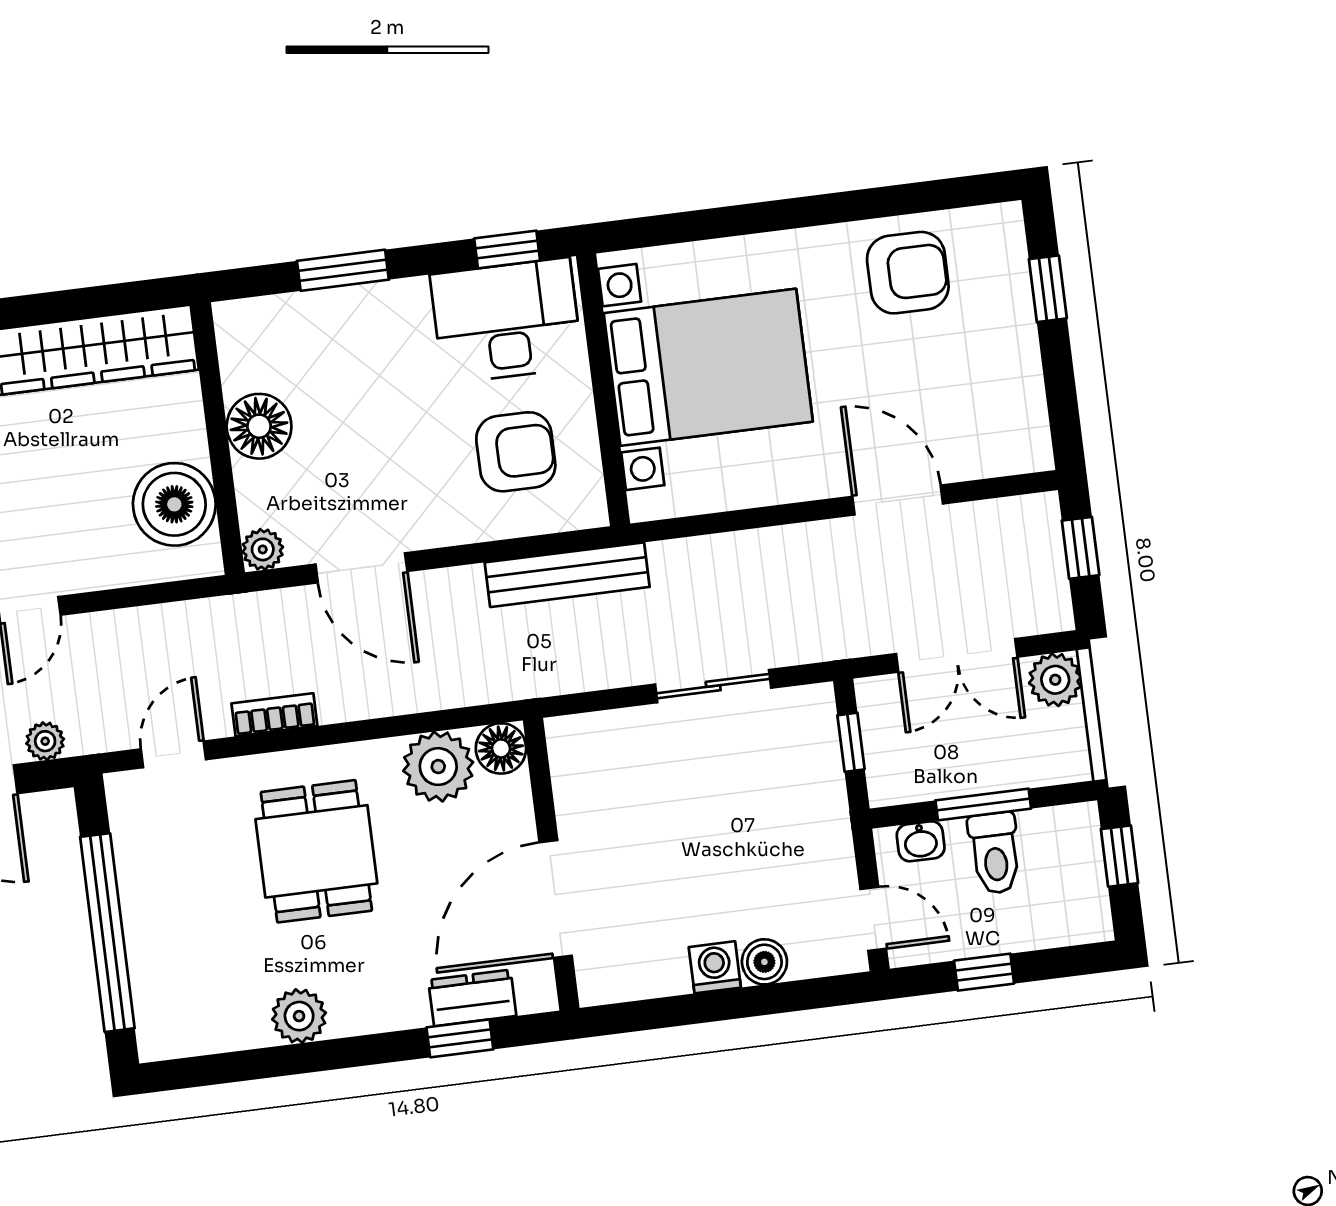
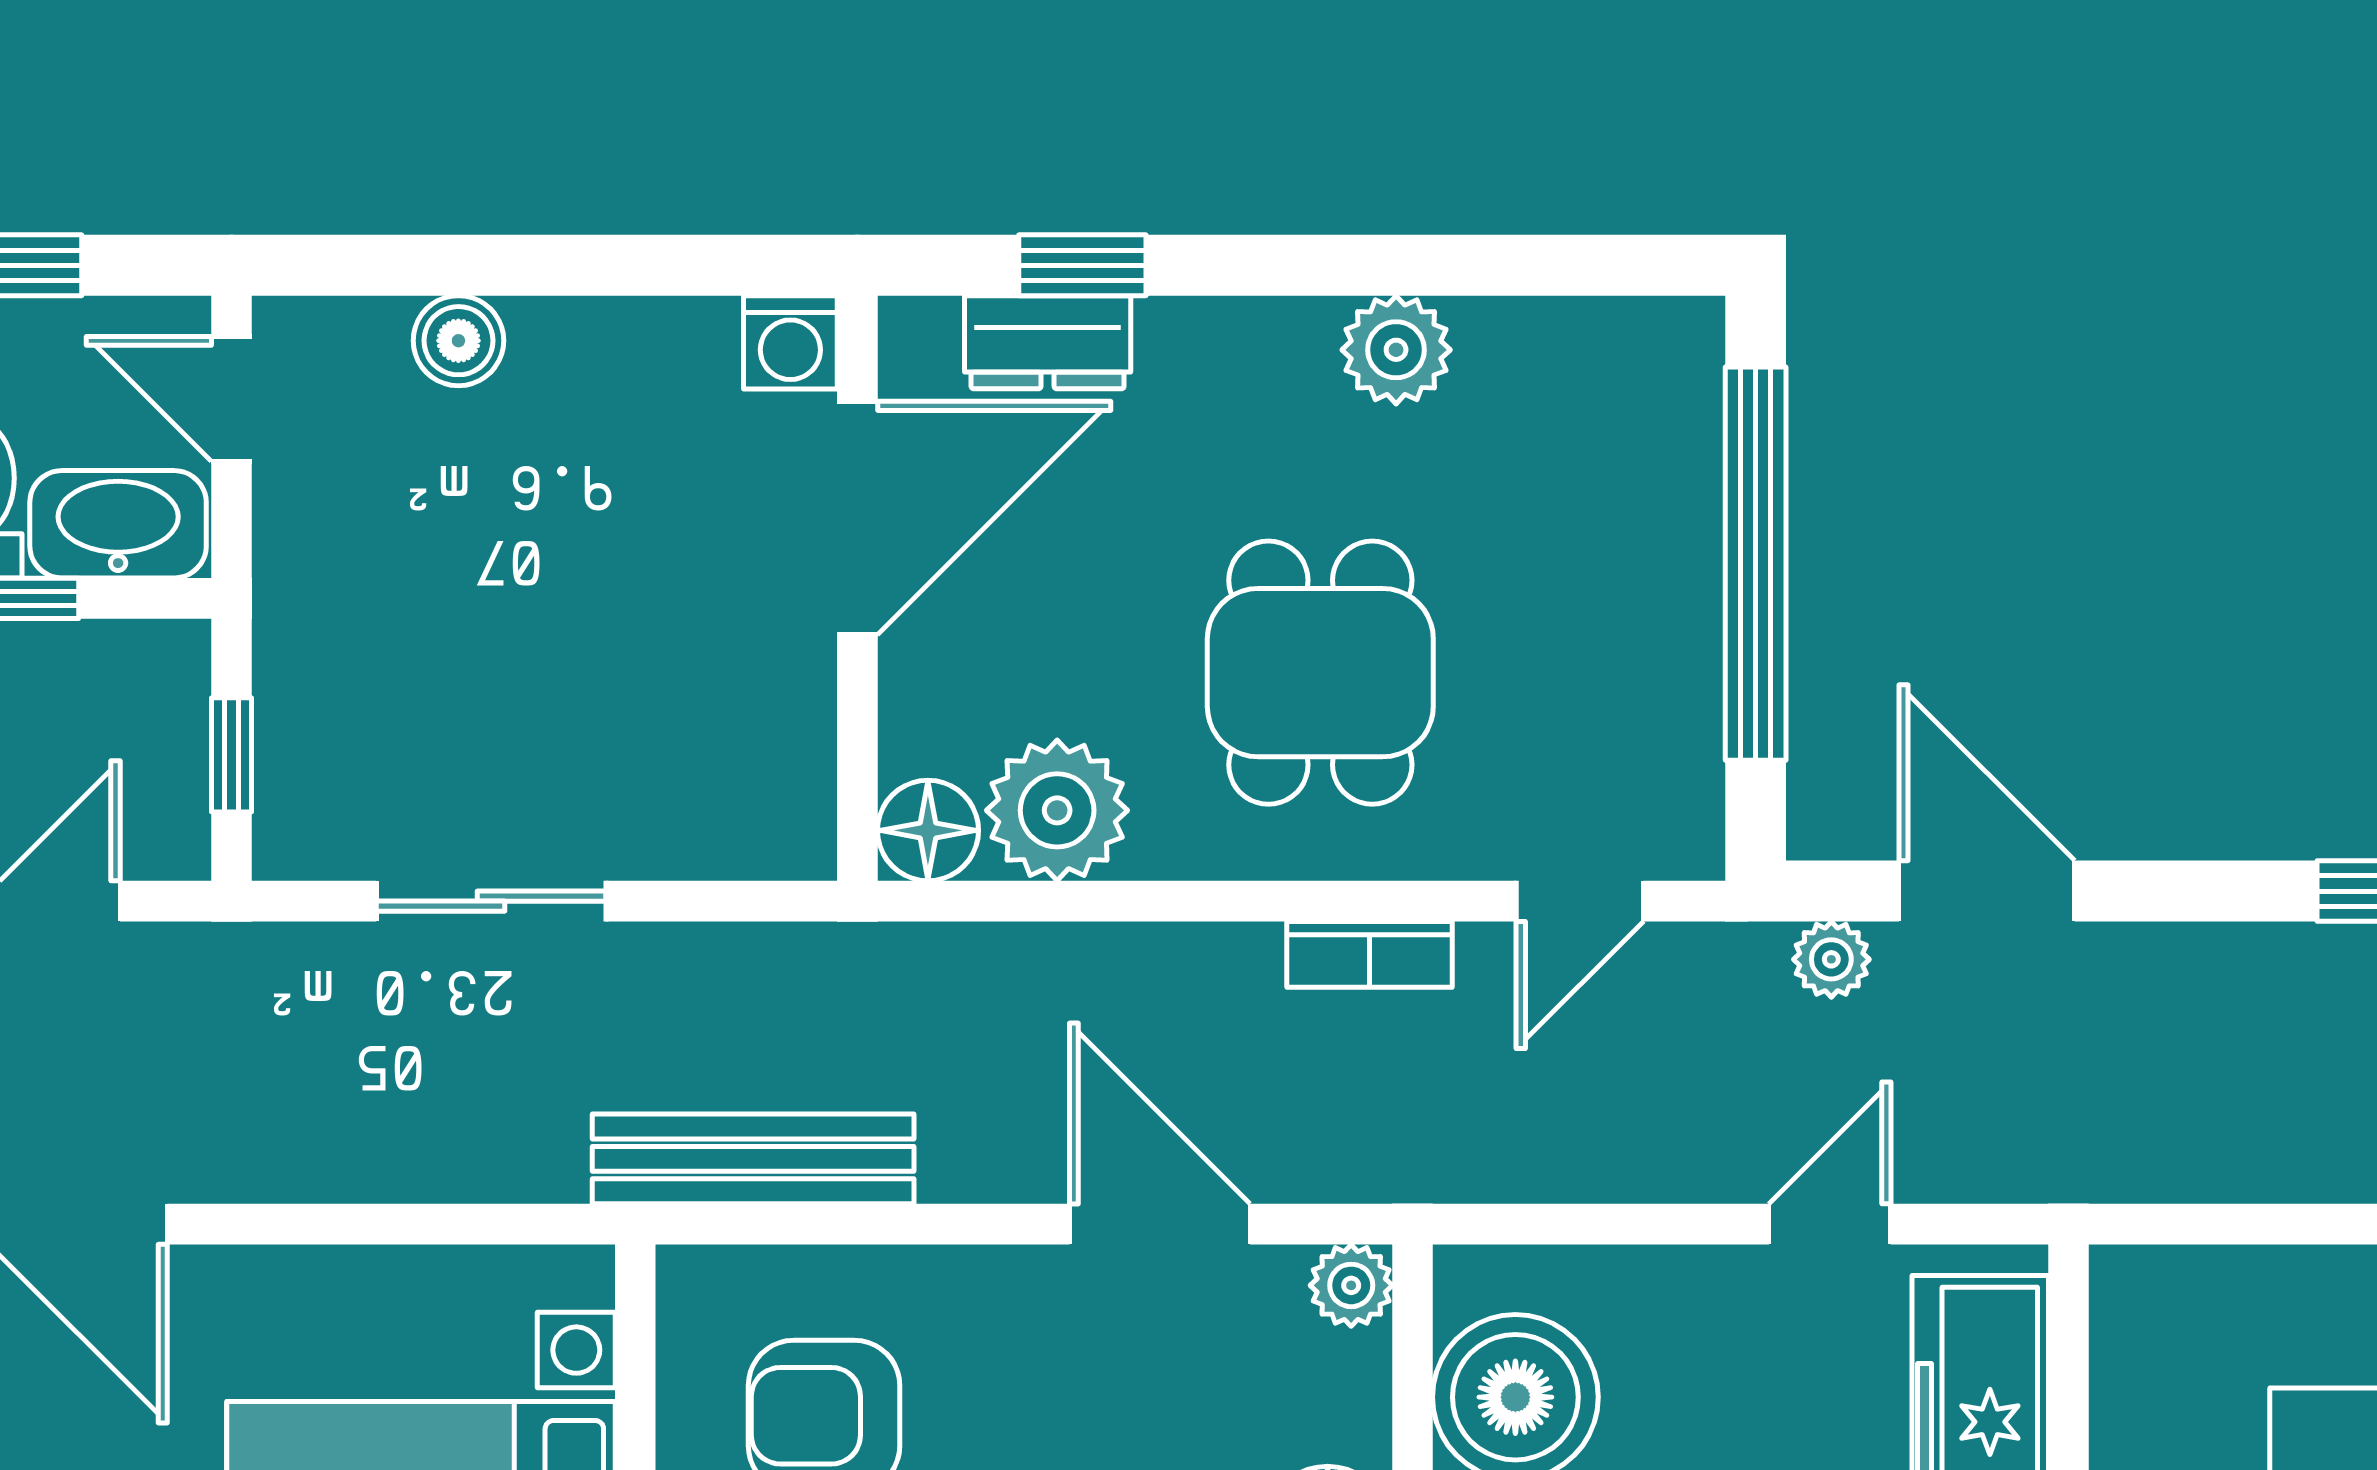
washbasin: (921, 841) -> (118, 524), width x1.91, depth x1.45
washing machine: (715, 967) -> (790, 342), moved

